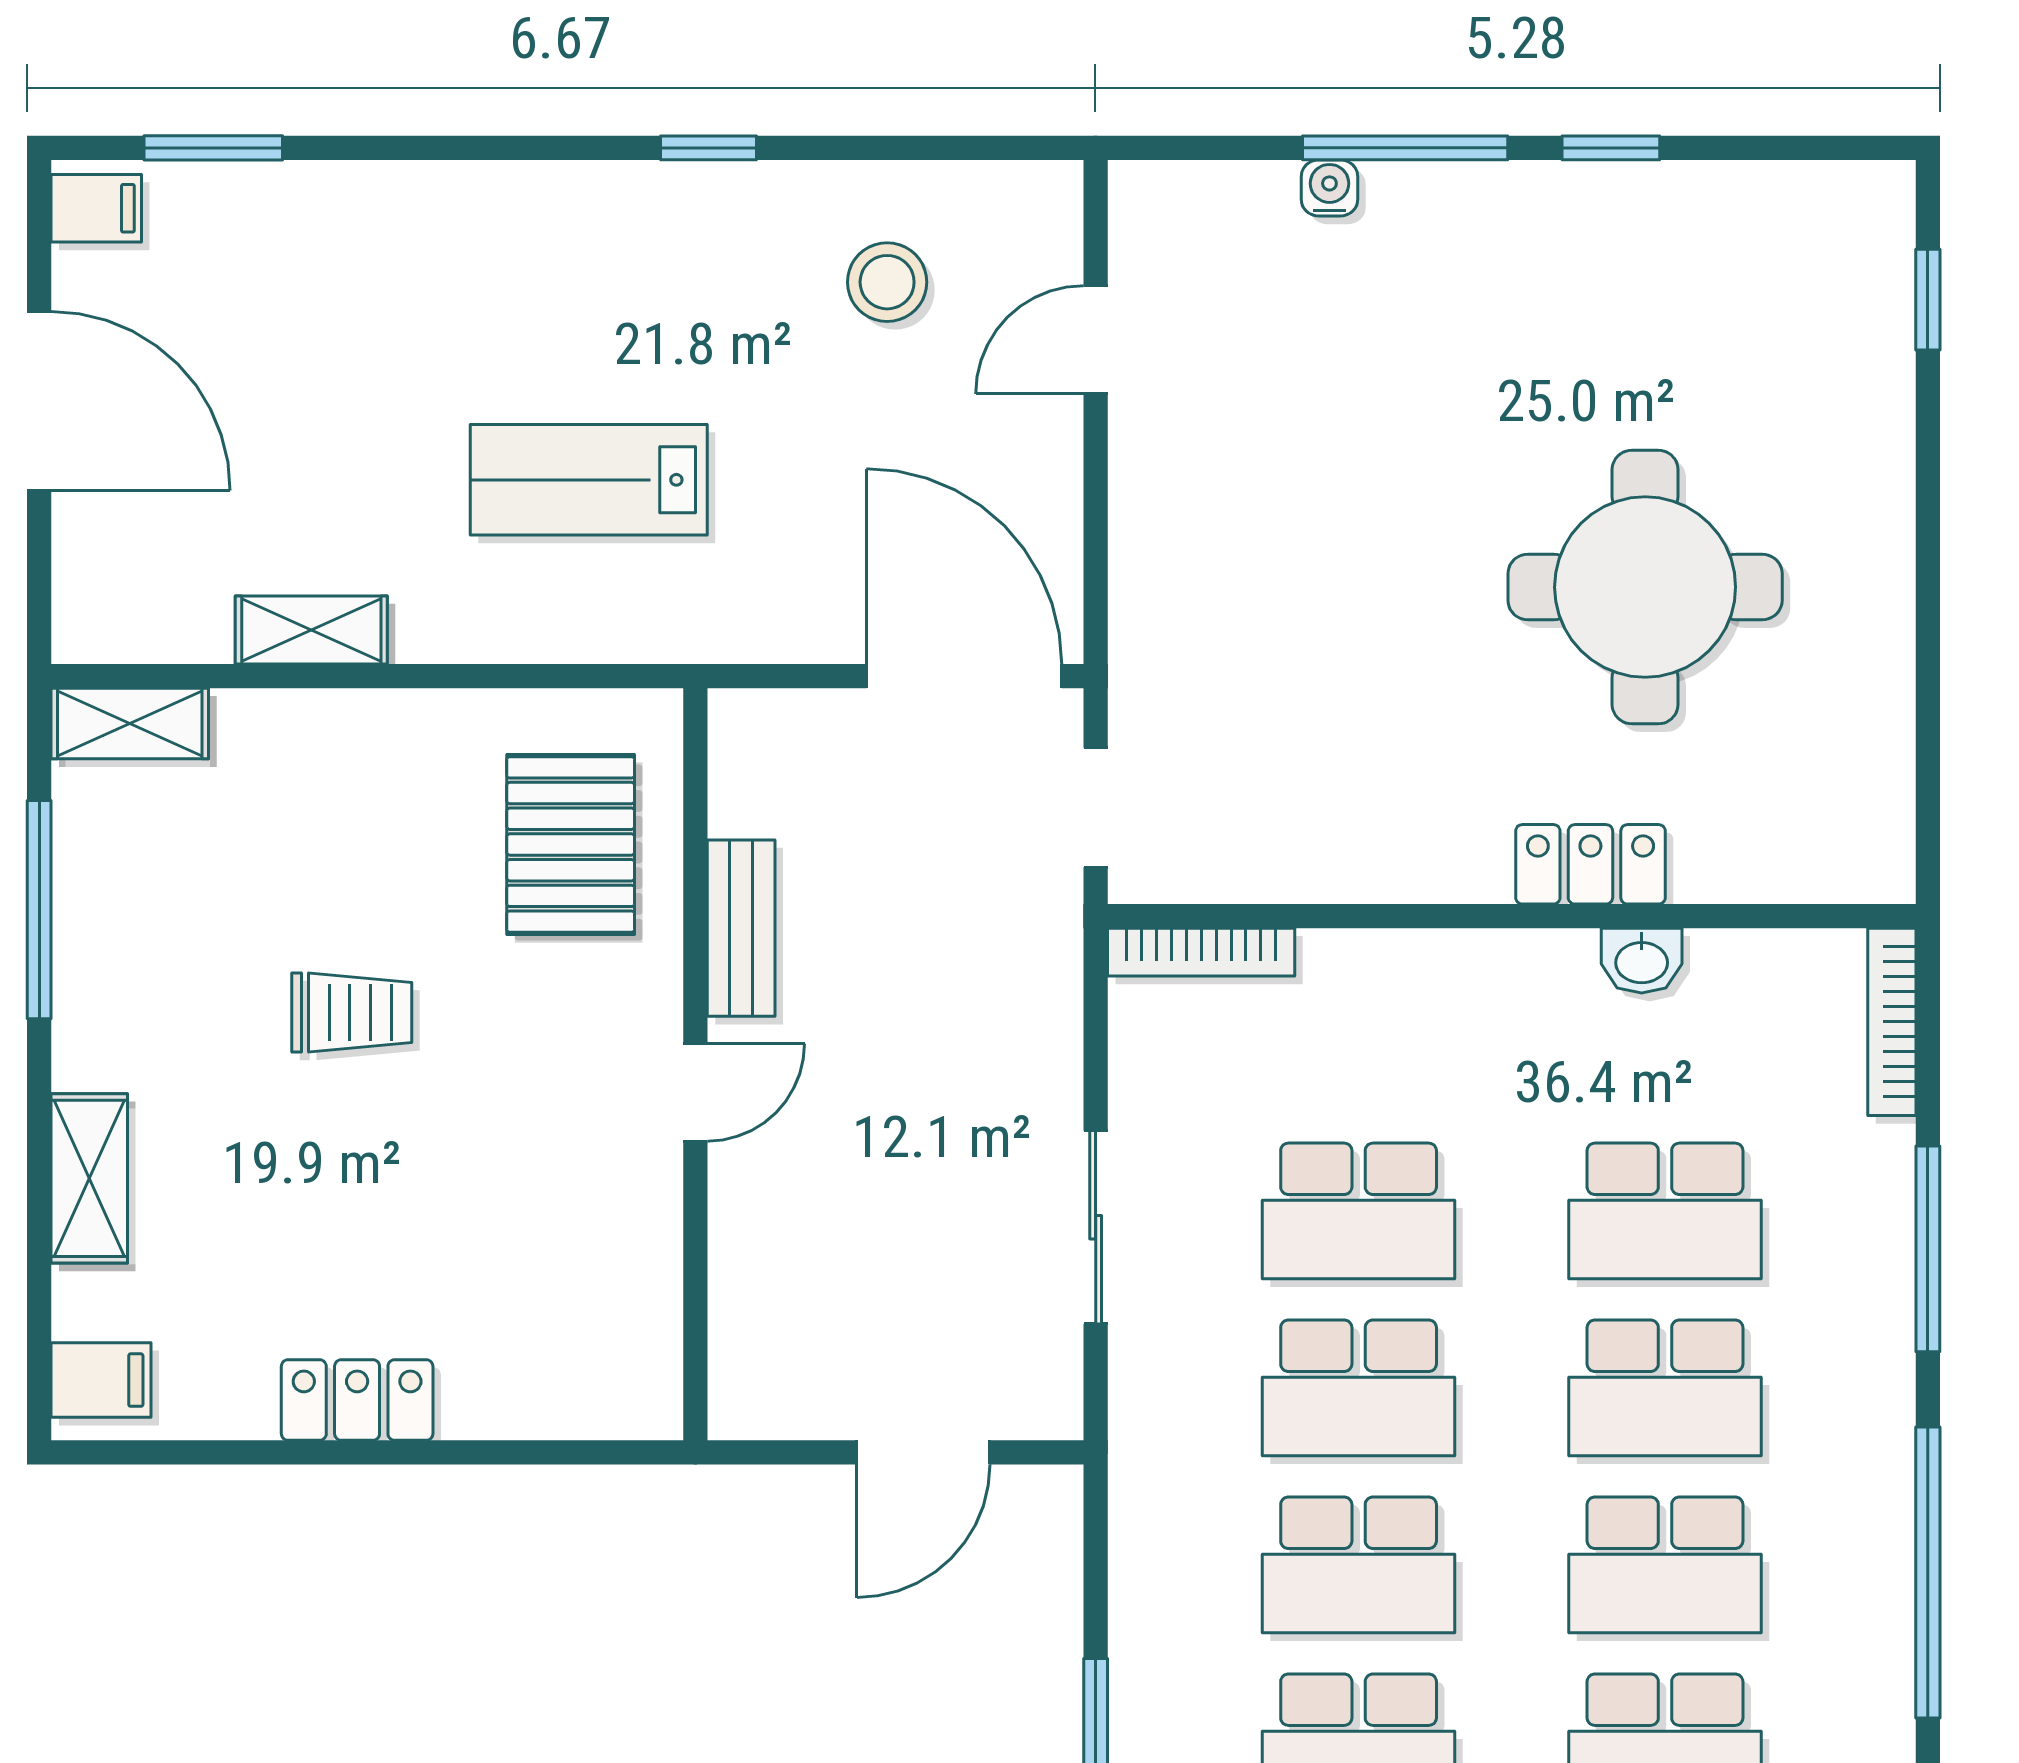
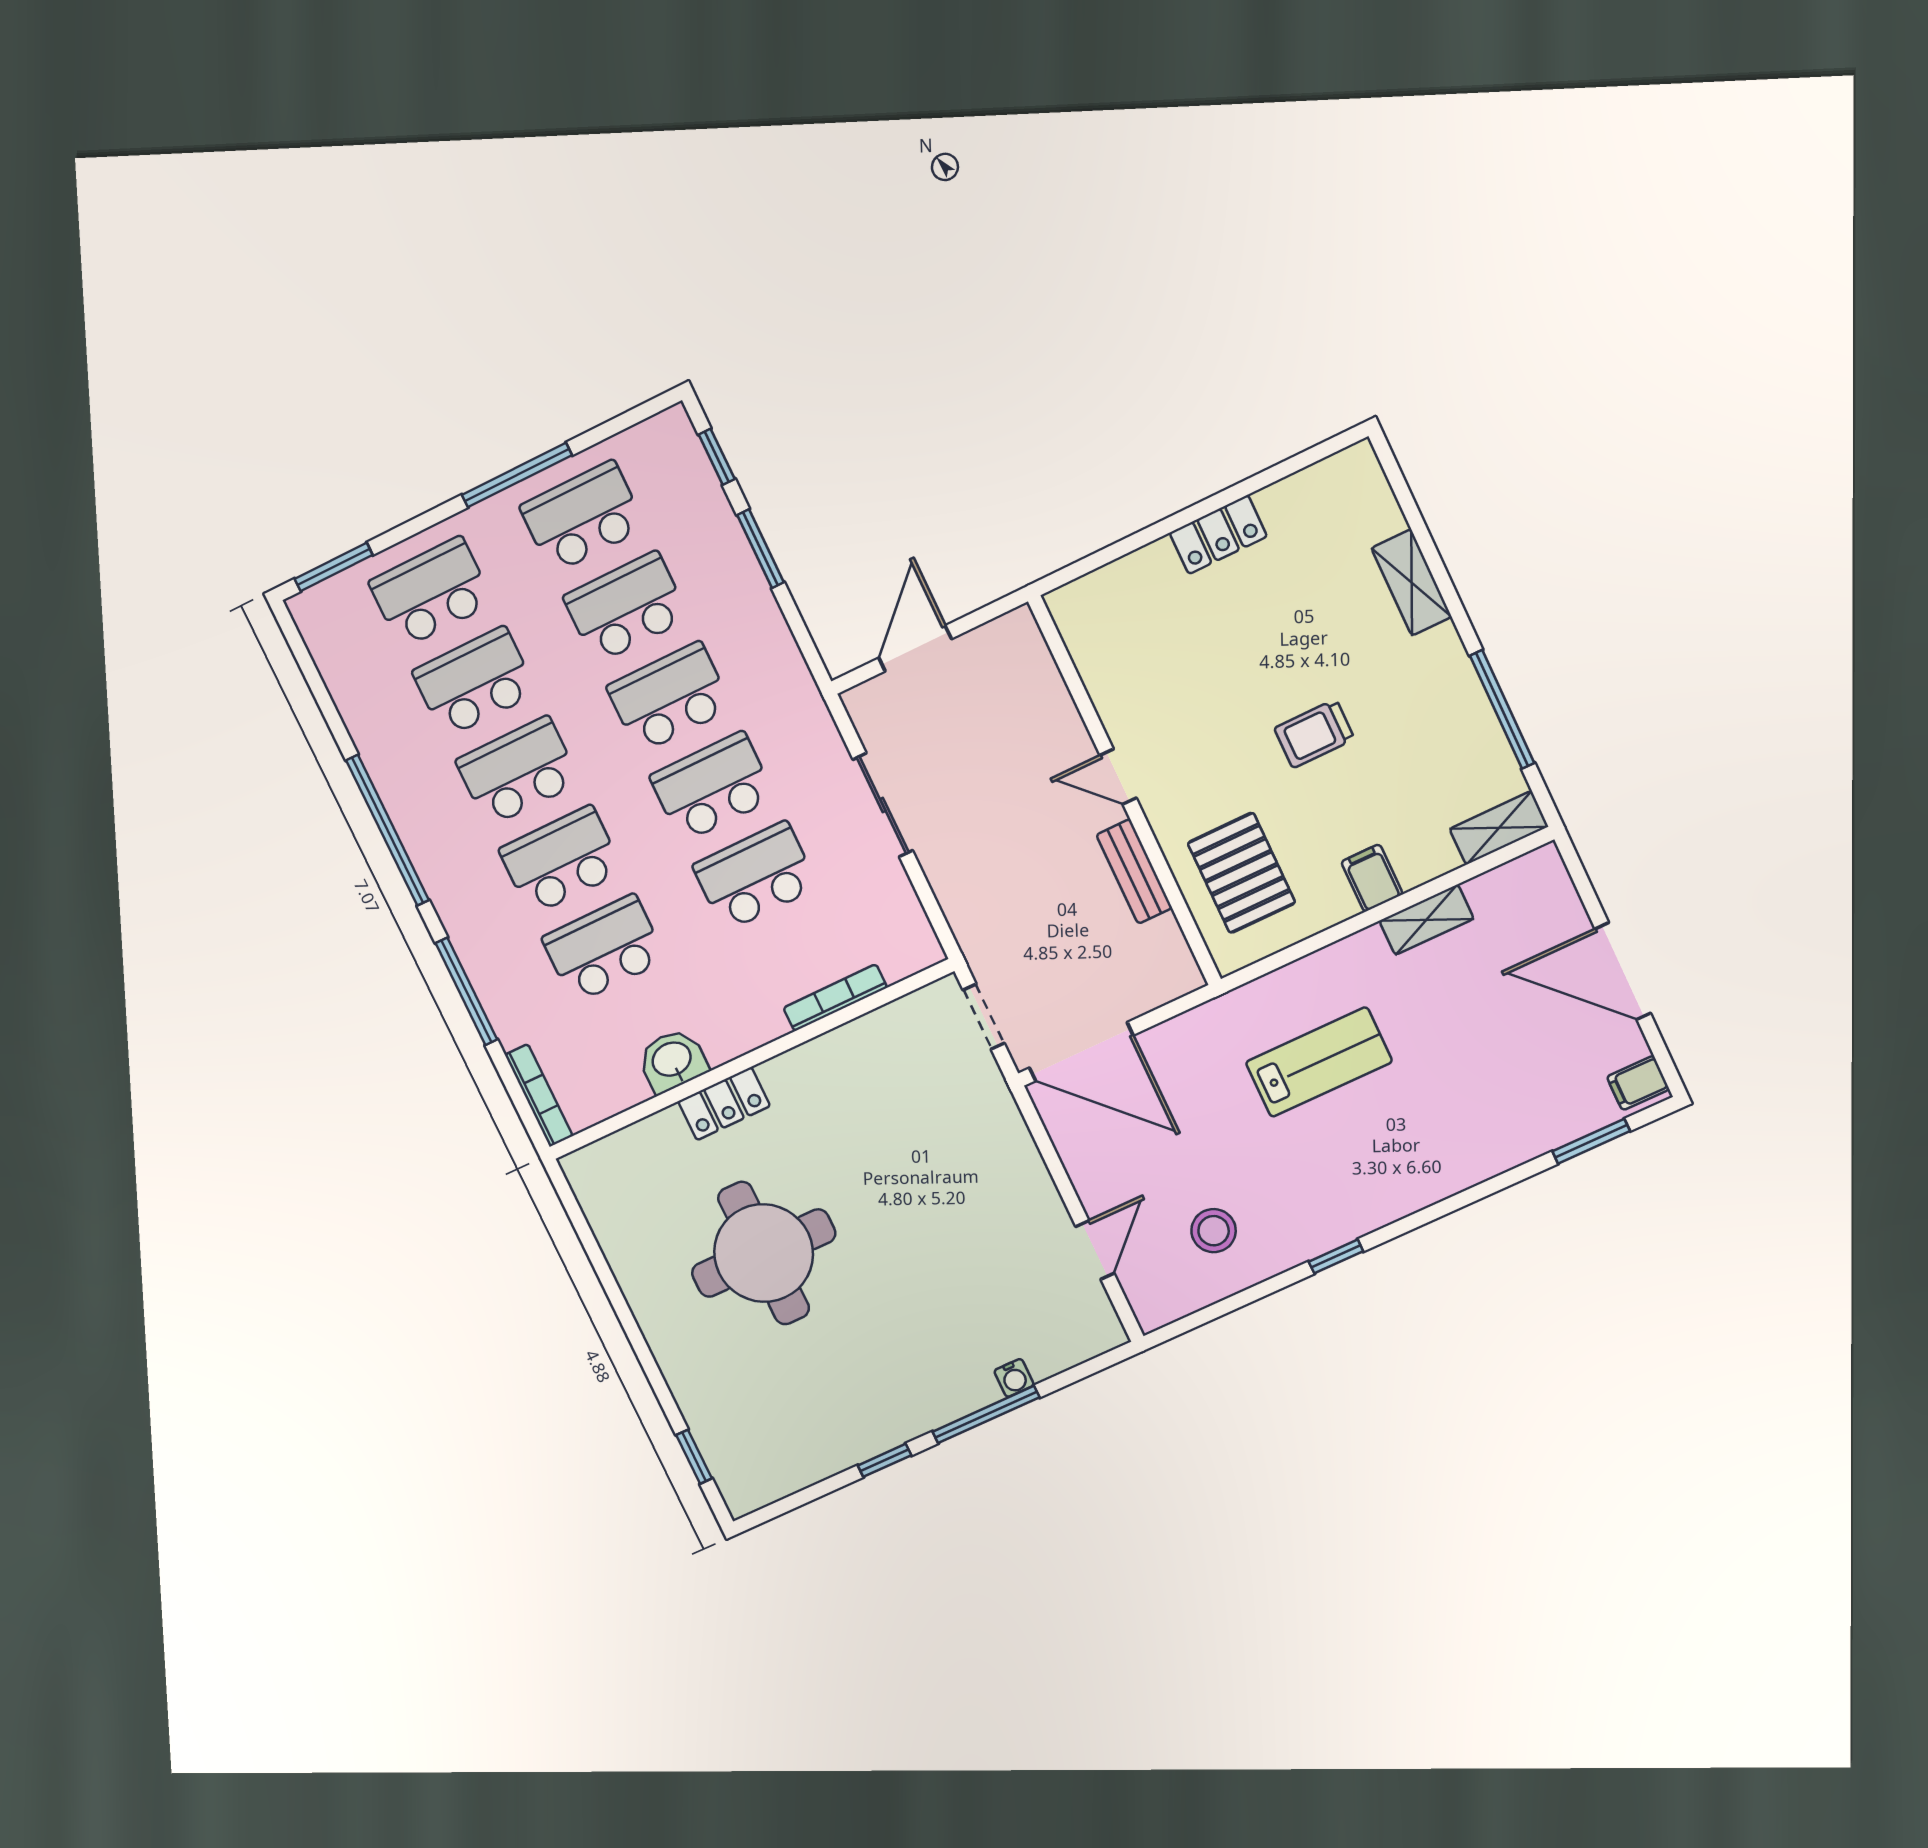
bookcase: (1201, 952) -> (835, 998), moved
washbasin: (1642, 961) -> (672, 1061), width x1.38, depth x1.45
door: (695, 1092) -> (1118, 777), hinge flipped
filing cabinet: (101, 1380) -> (1372, 878), moved, turned 90

